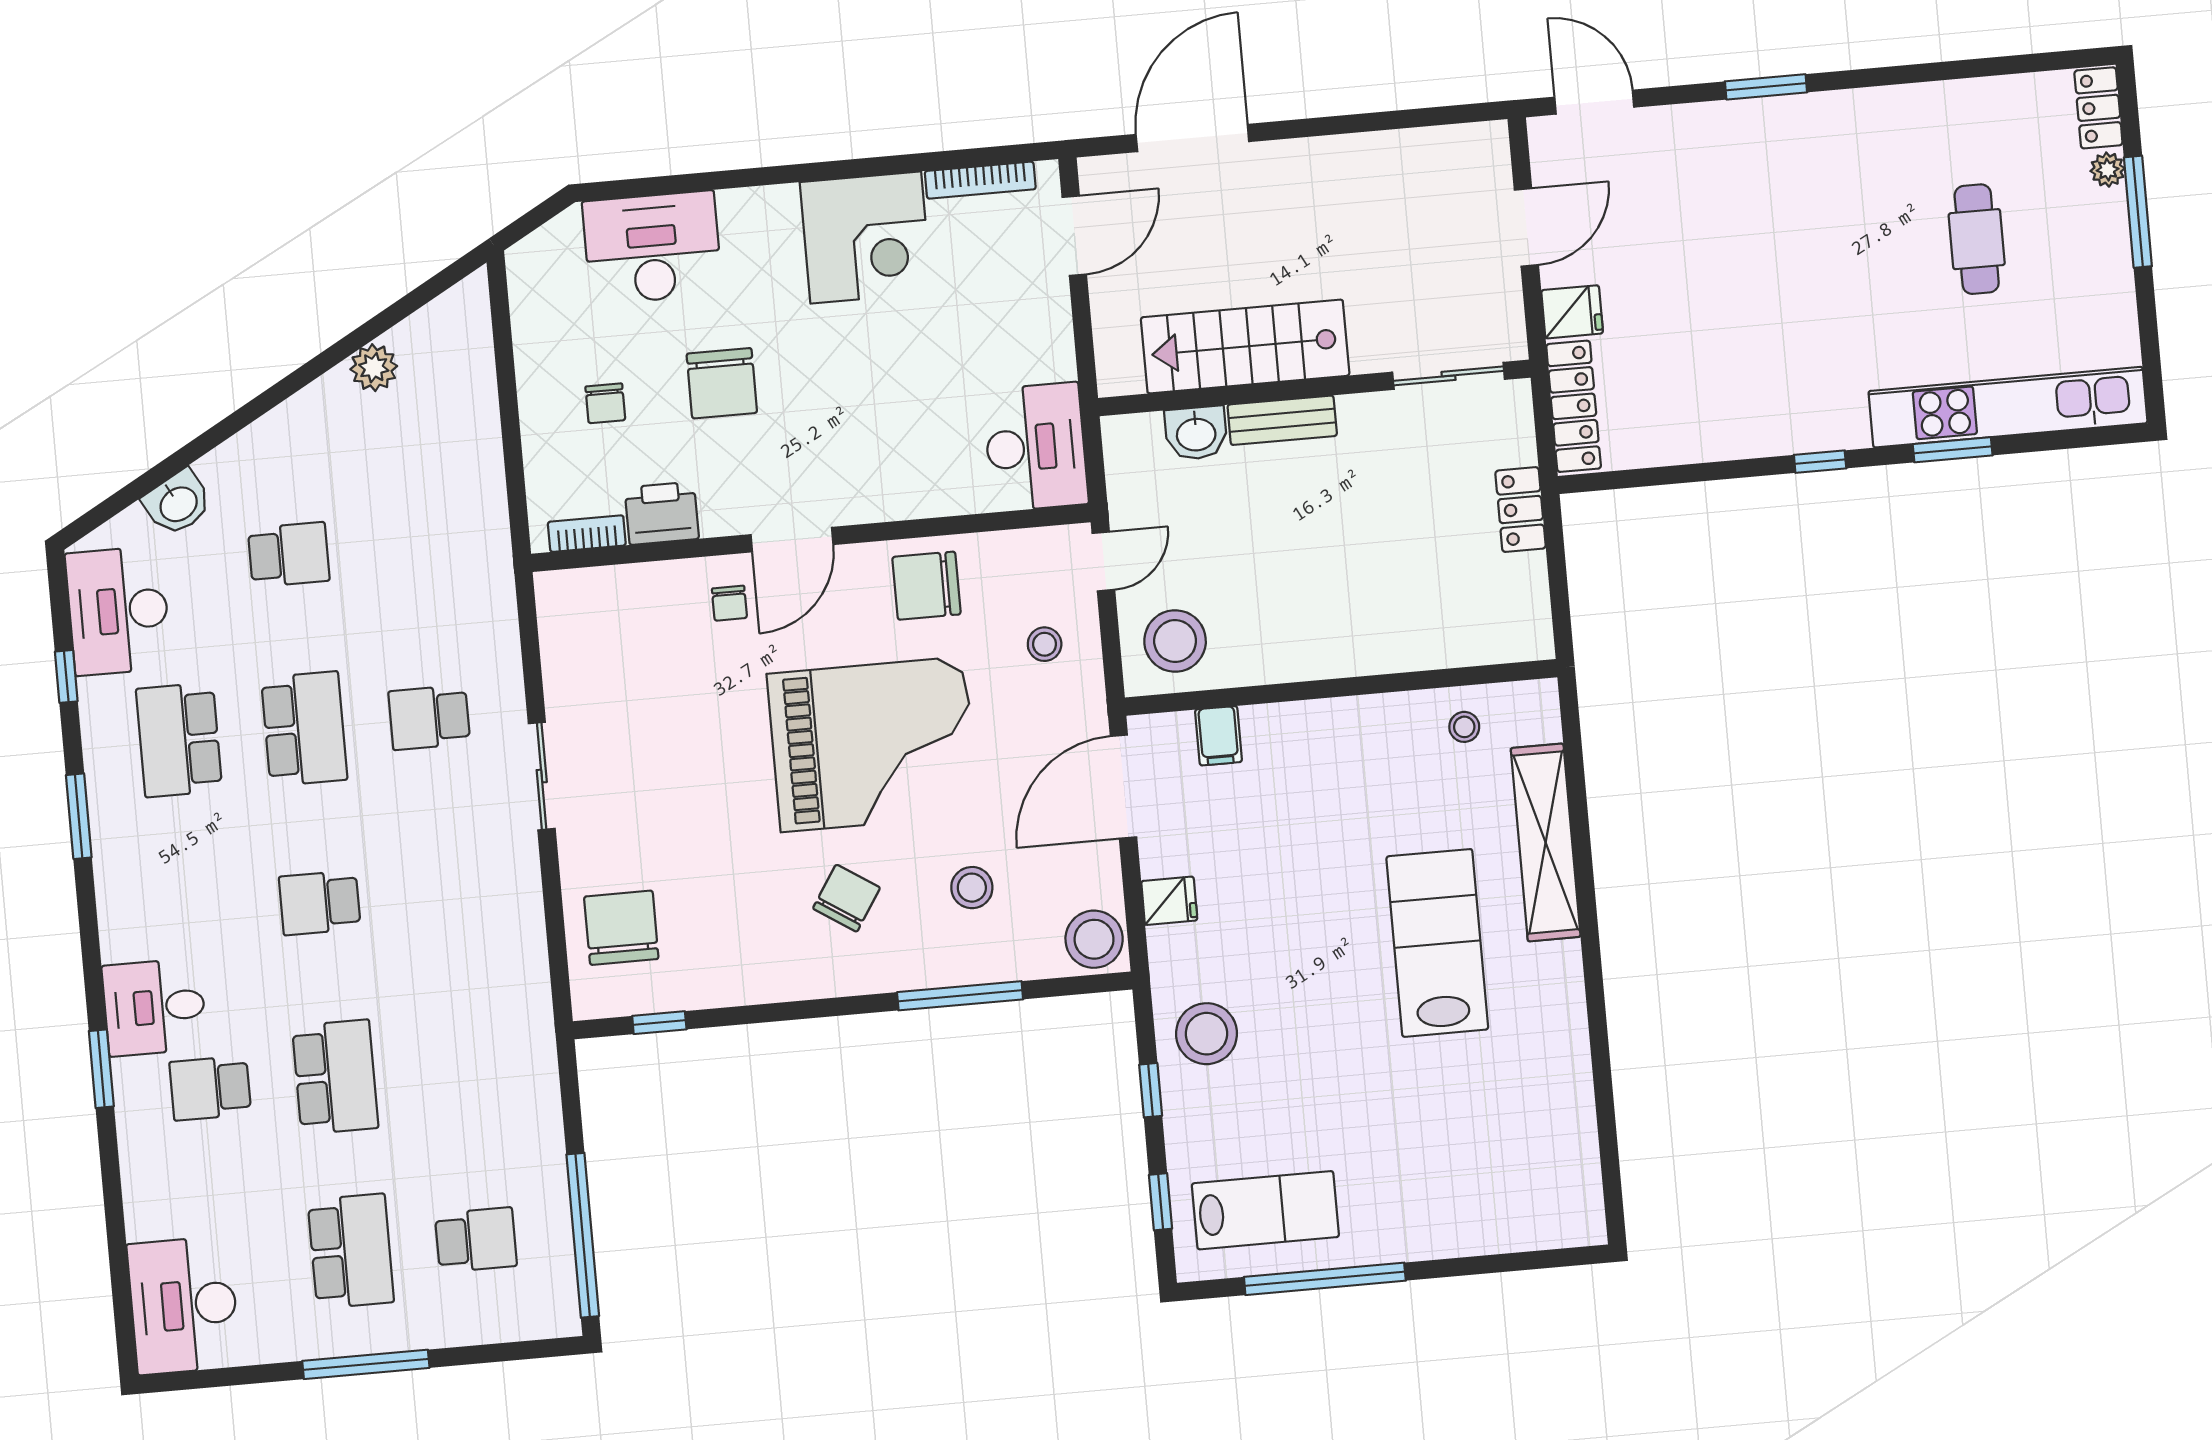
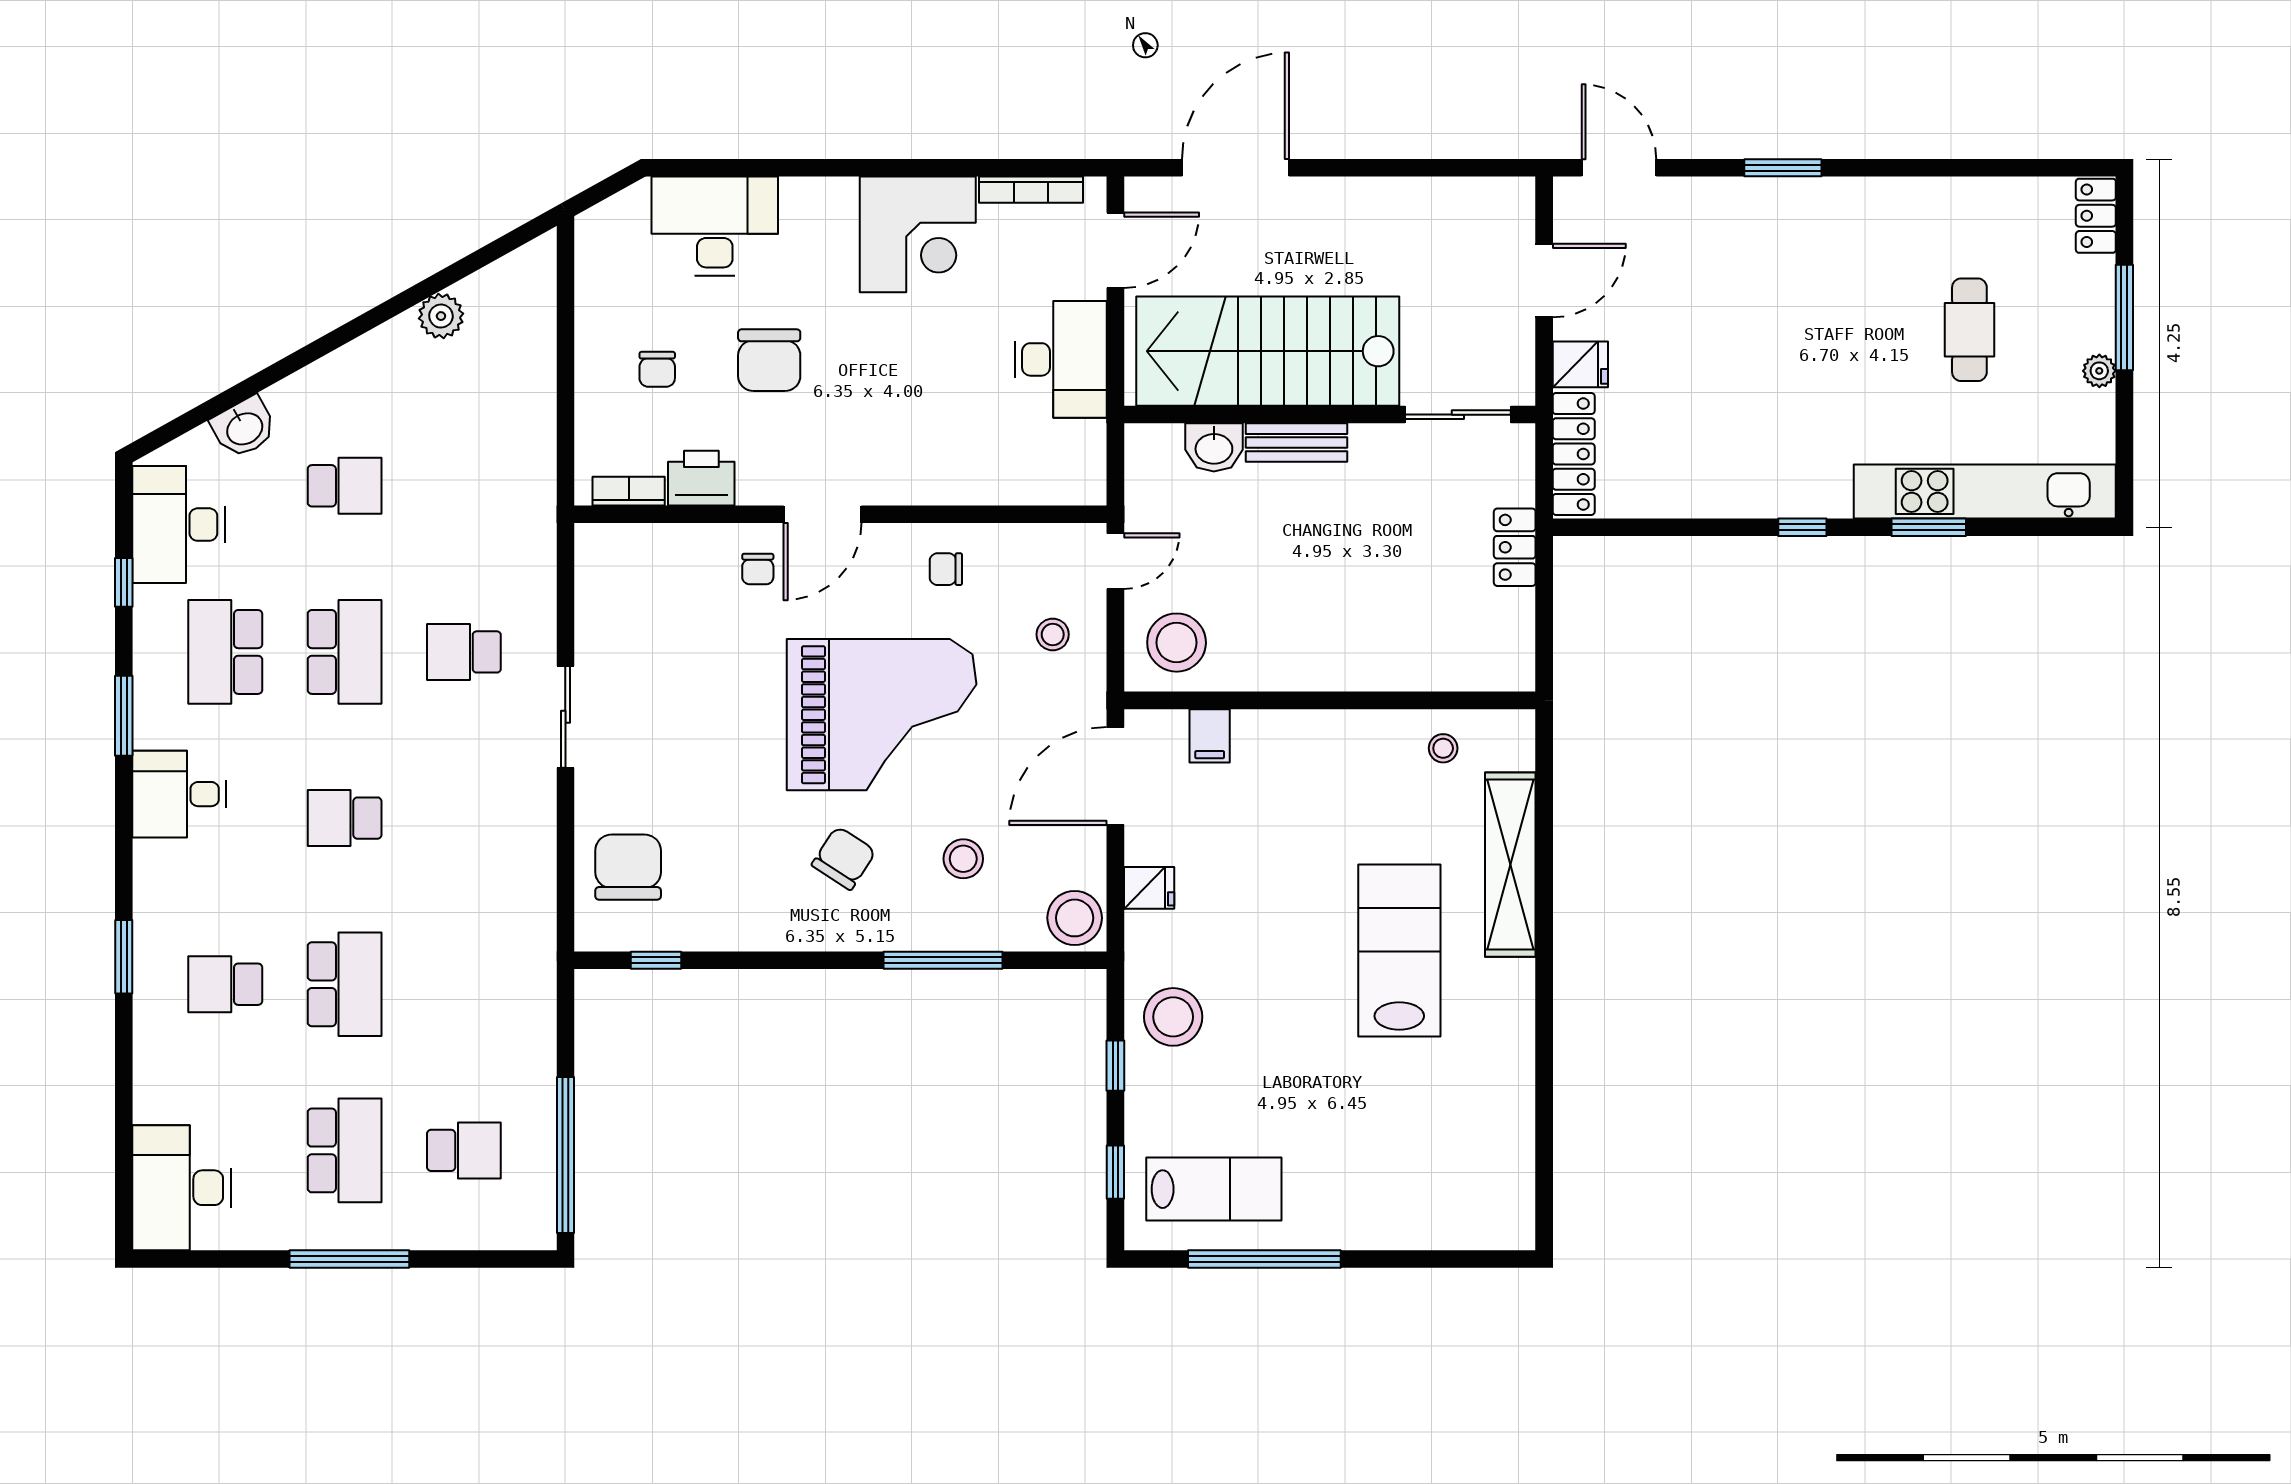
plant: (2108, 170) -> (2099, 371), moved
stairs: (1245, 346) -> (1268, 351), width x1.36, depth x1.51
desk: (1036, 447) -> (1061, 359), moved
chair: (926, 586) -> (946, 569), width x0.54, depth x0.54
desk: (154, 1007) -> (179, 794), moved

